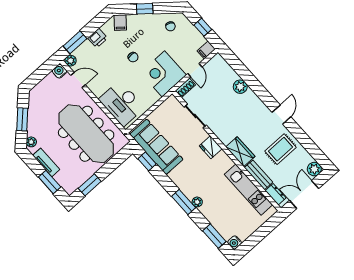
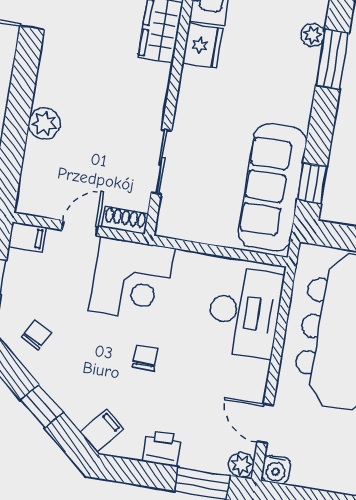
fridge: (211, 147) -> (203, 46), moved

